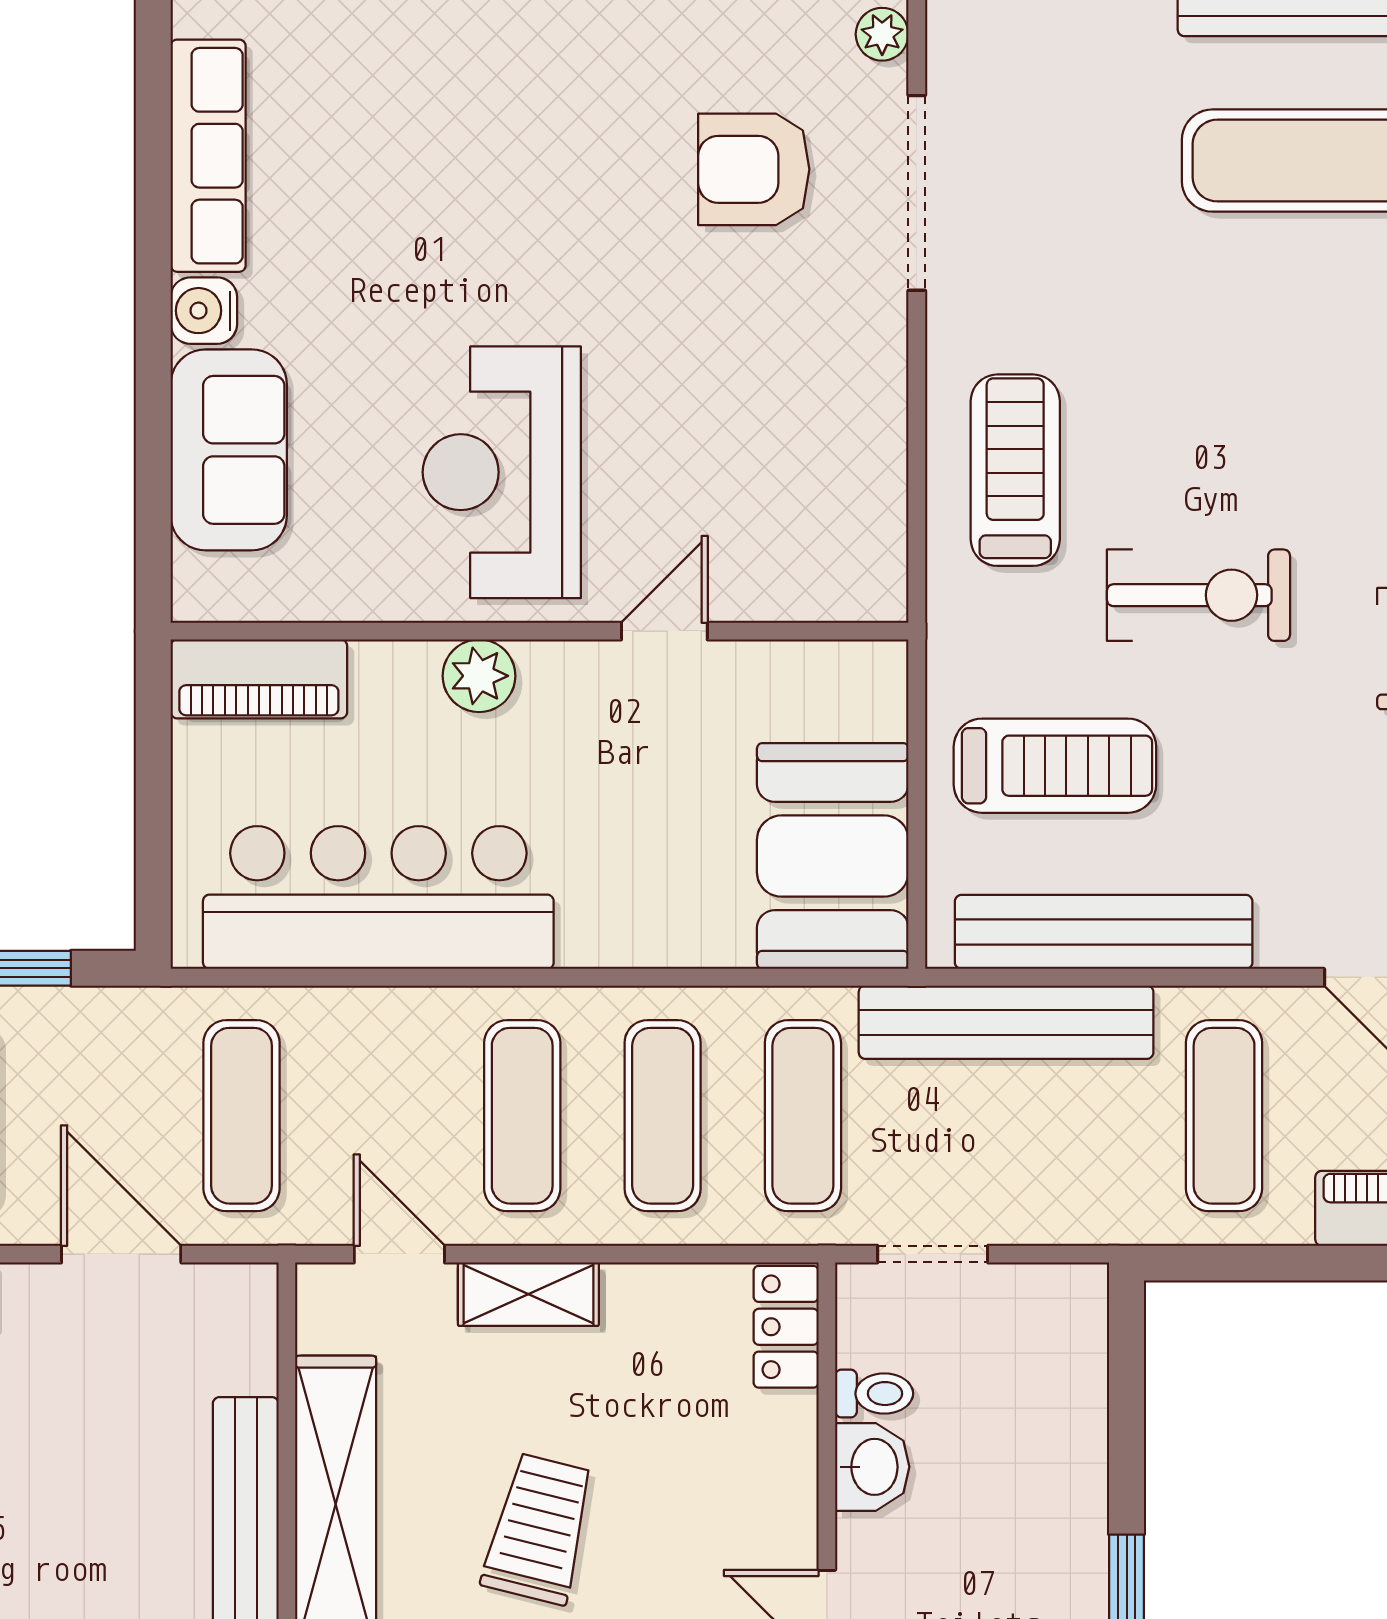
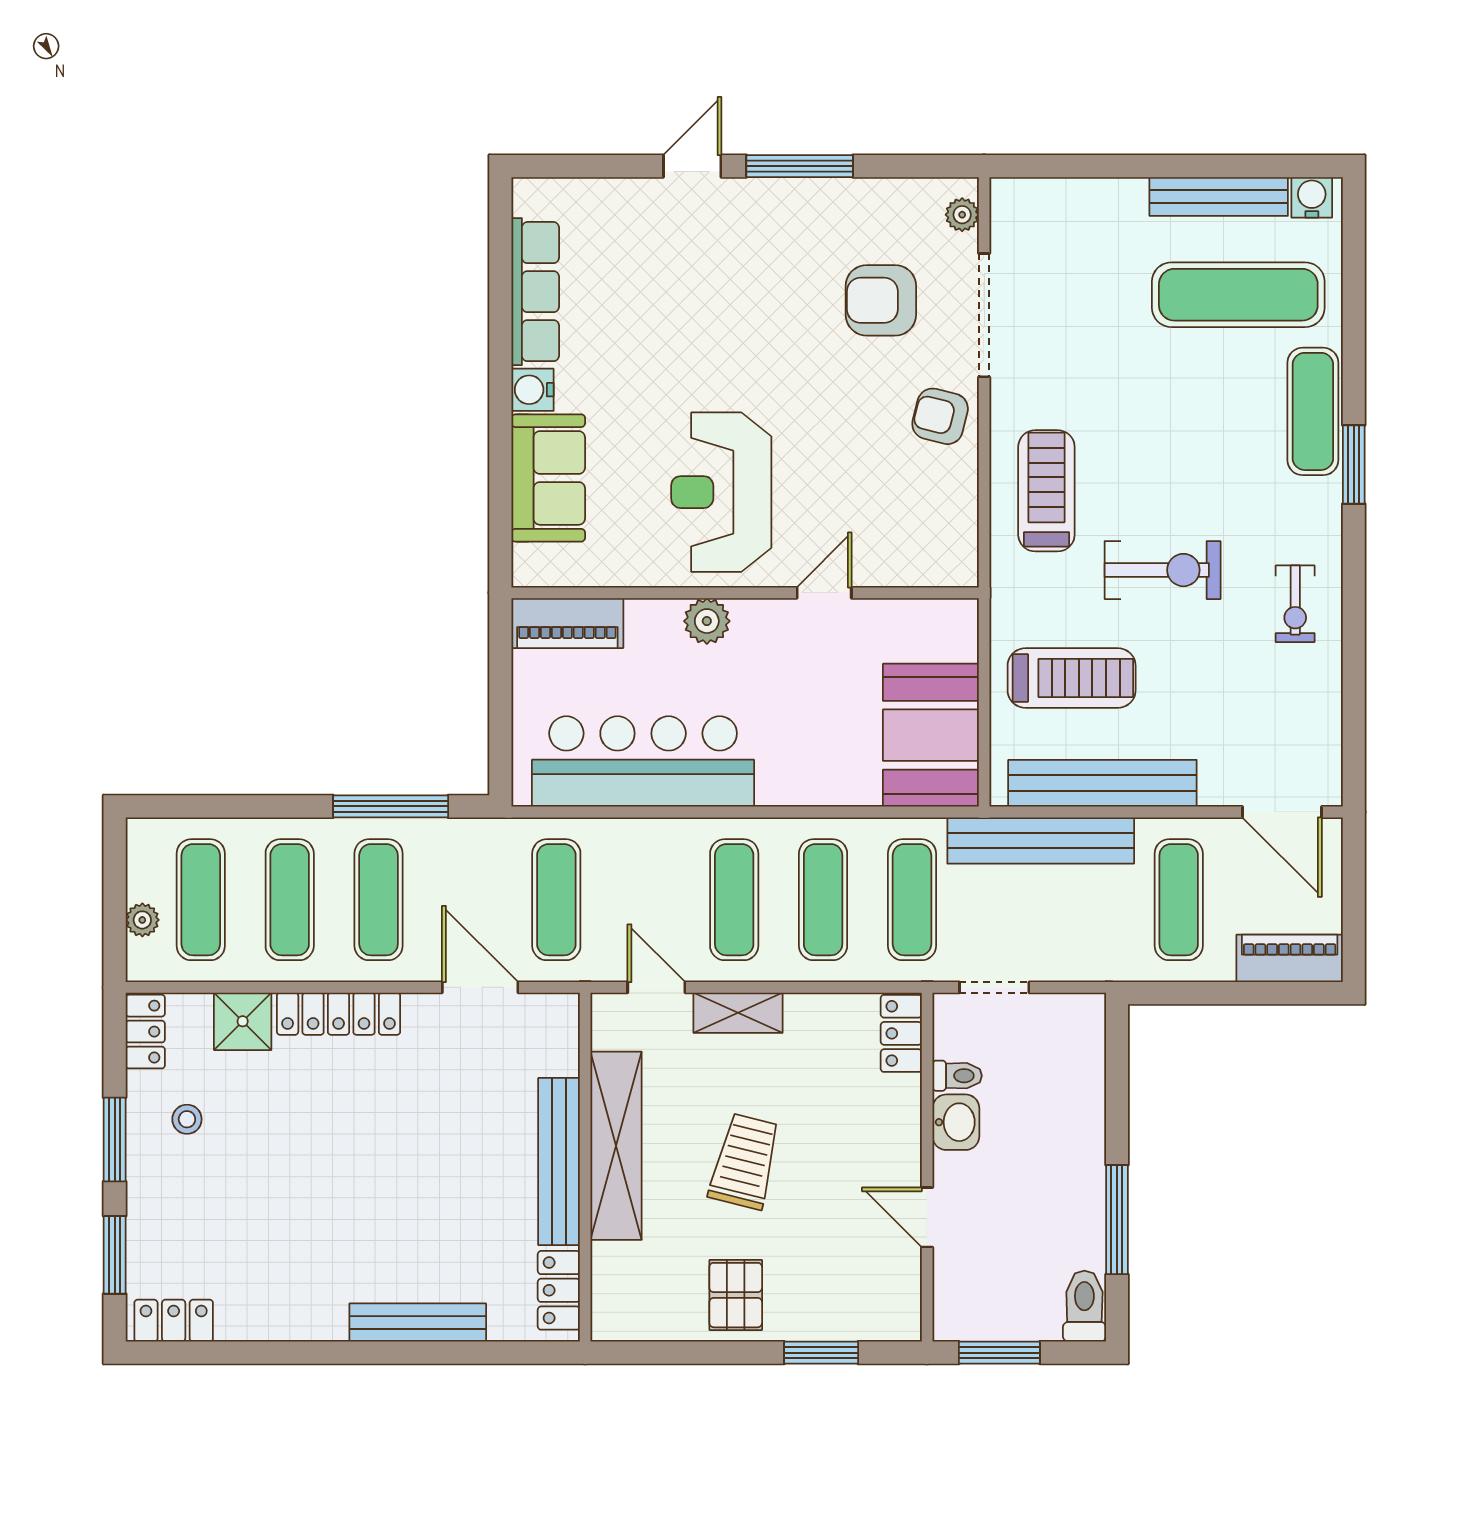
armchair: (847, 353) -> (940, 416), added

